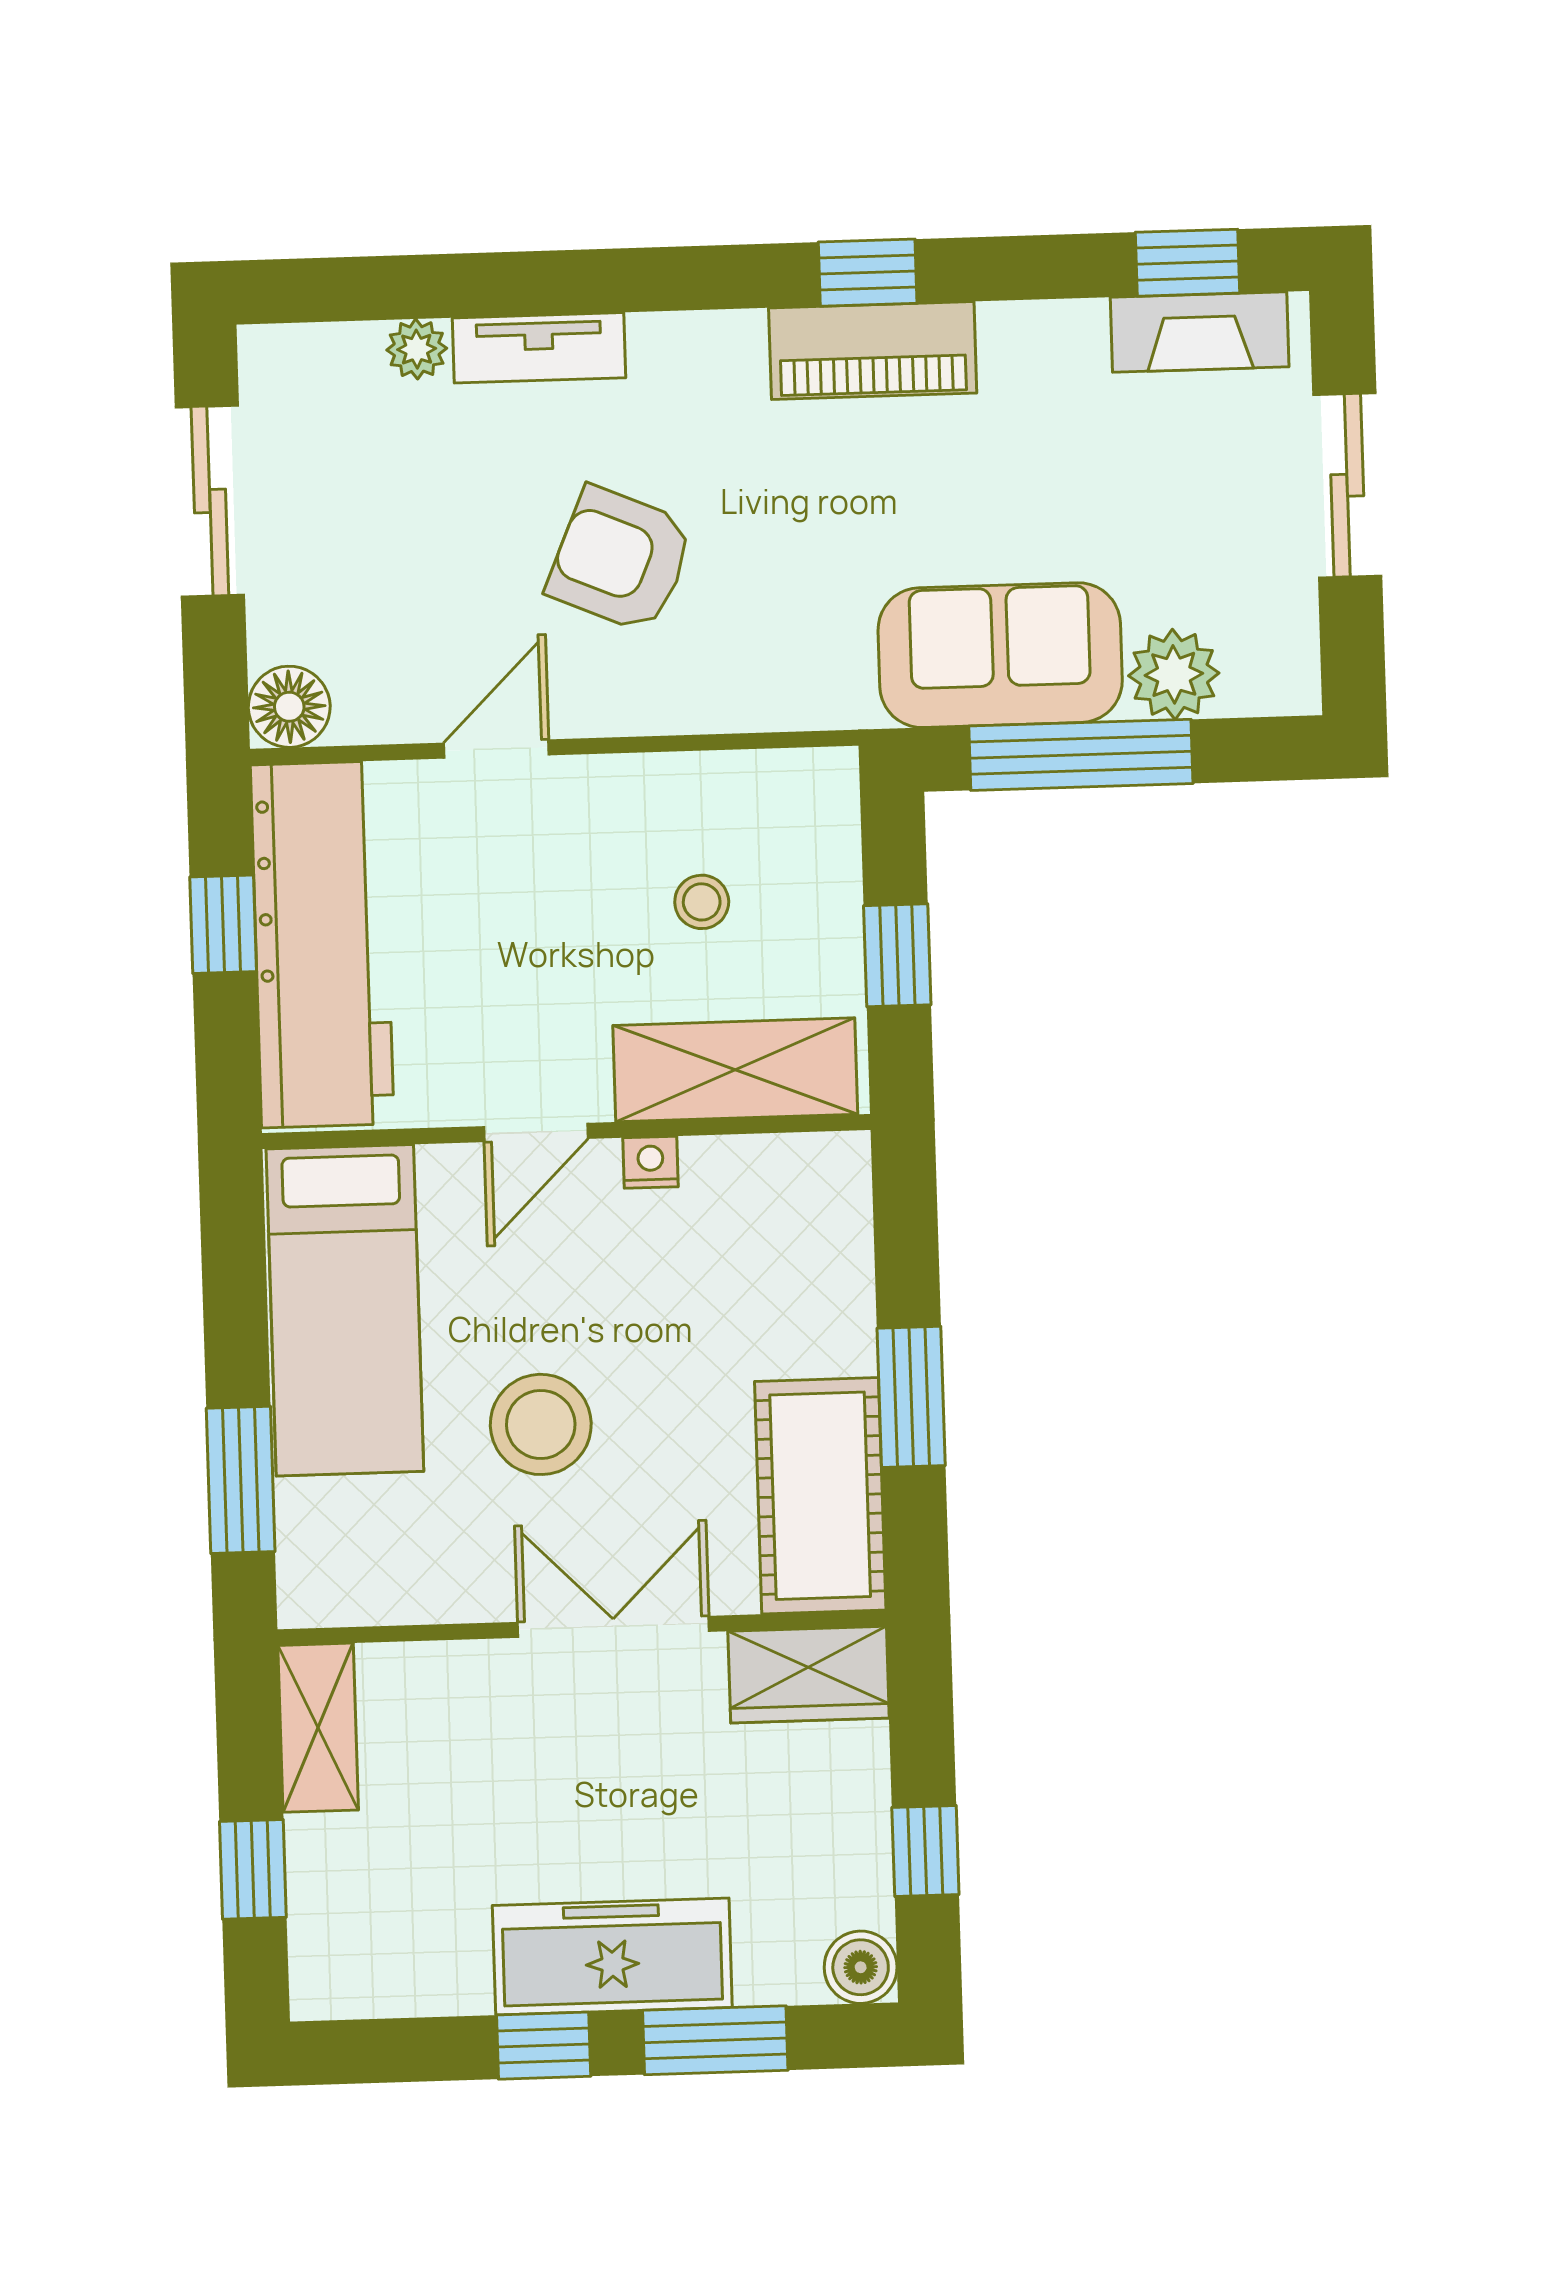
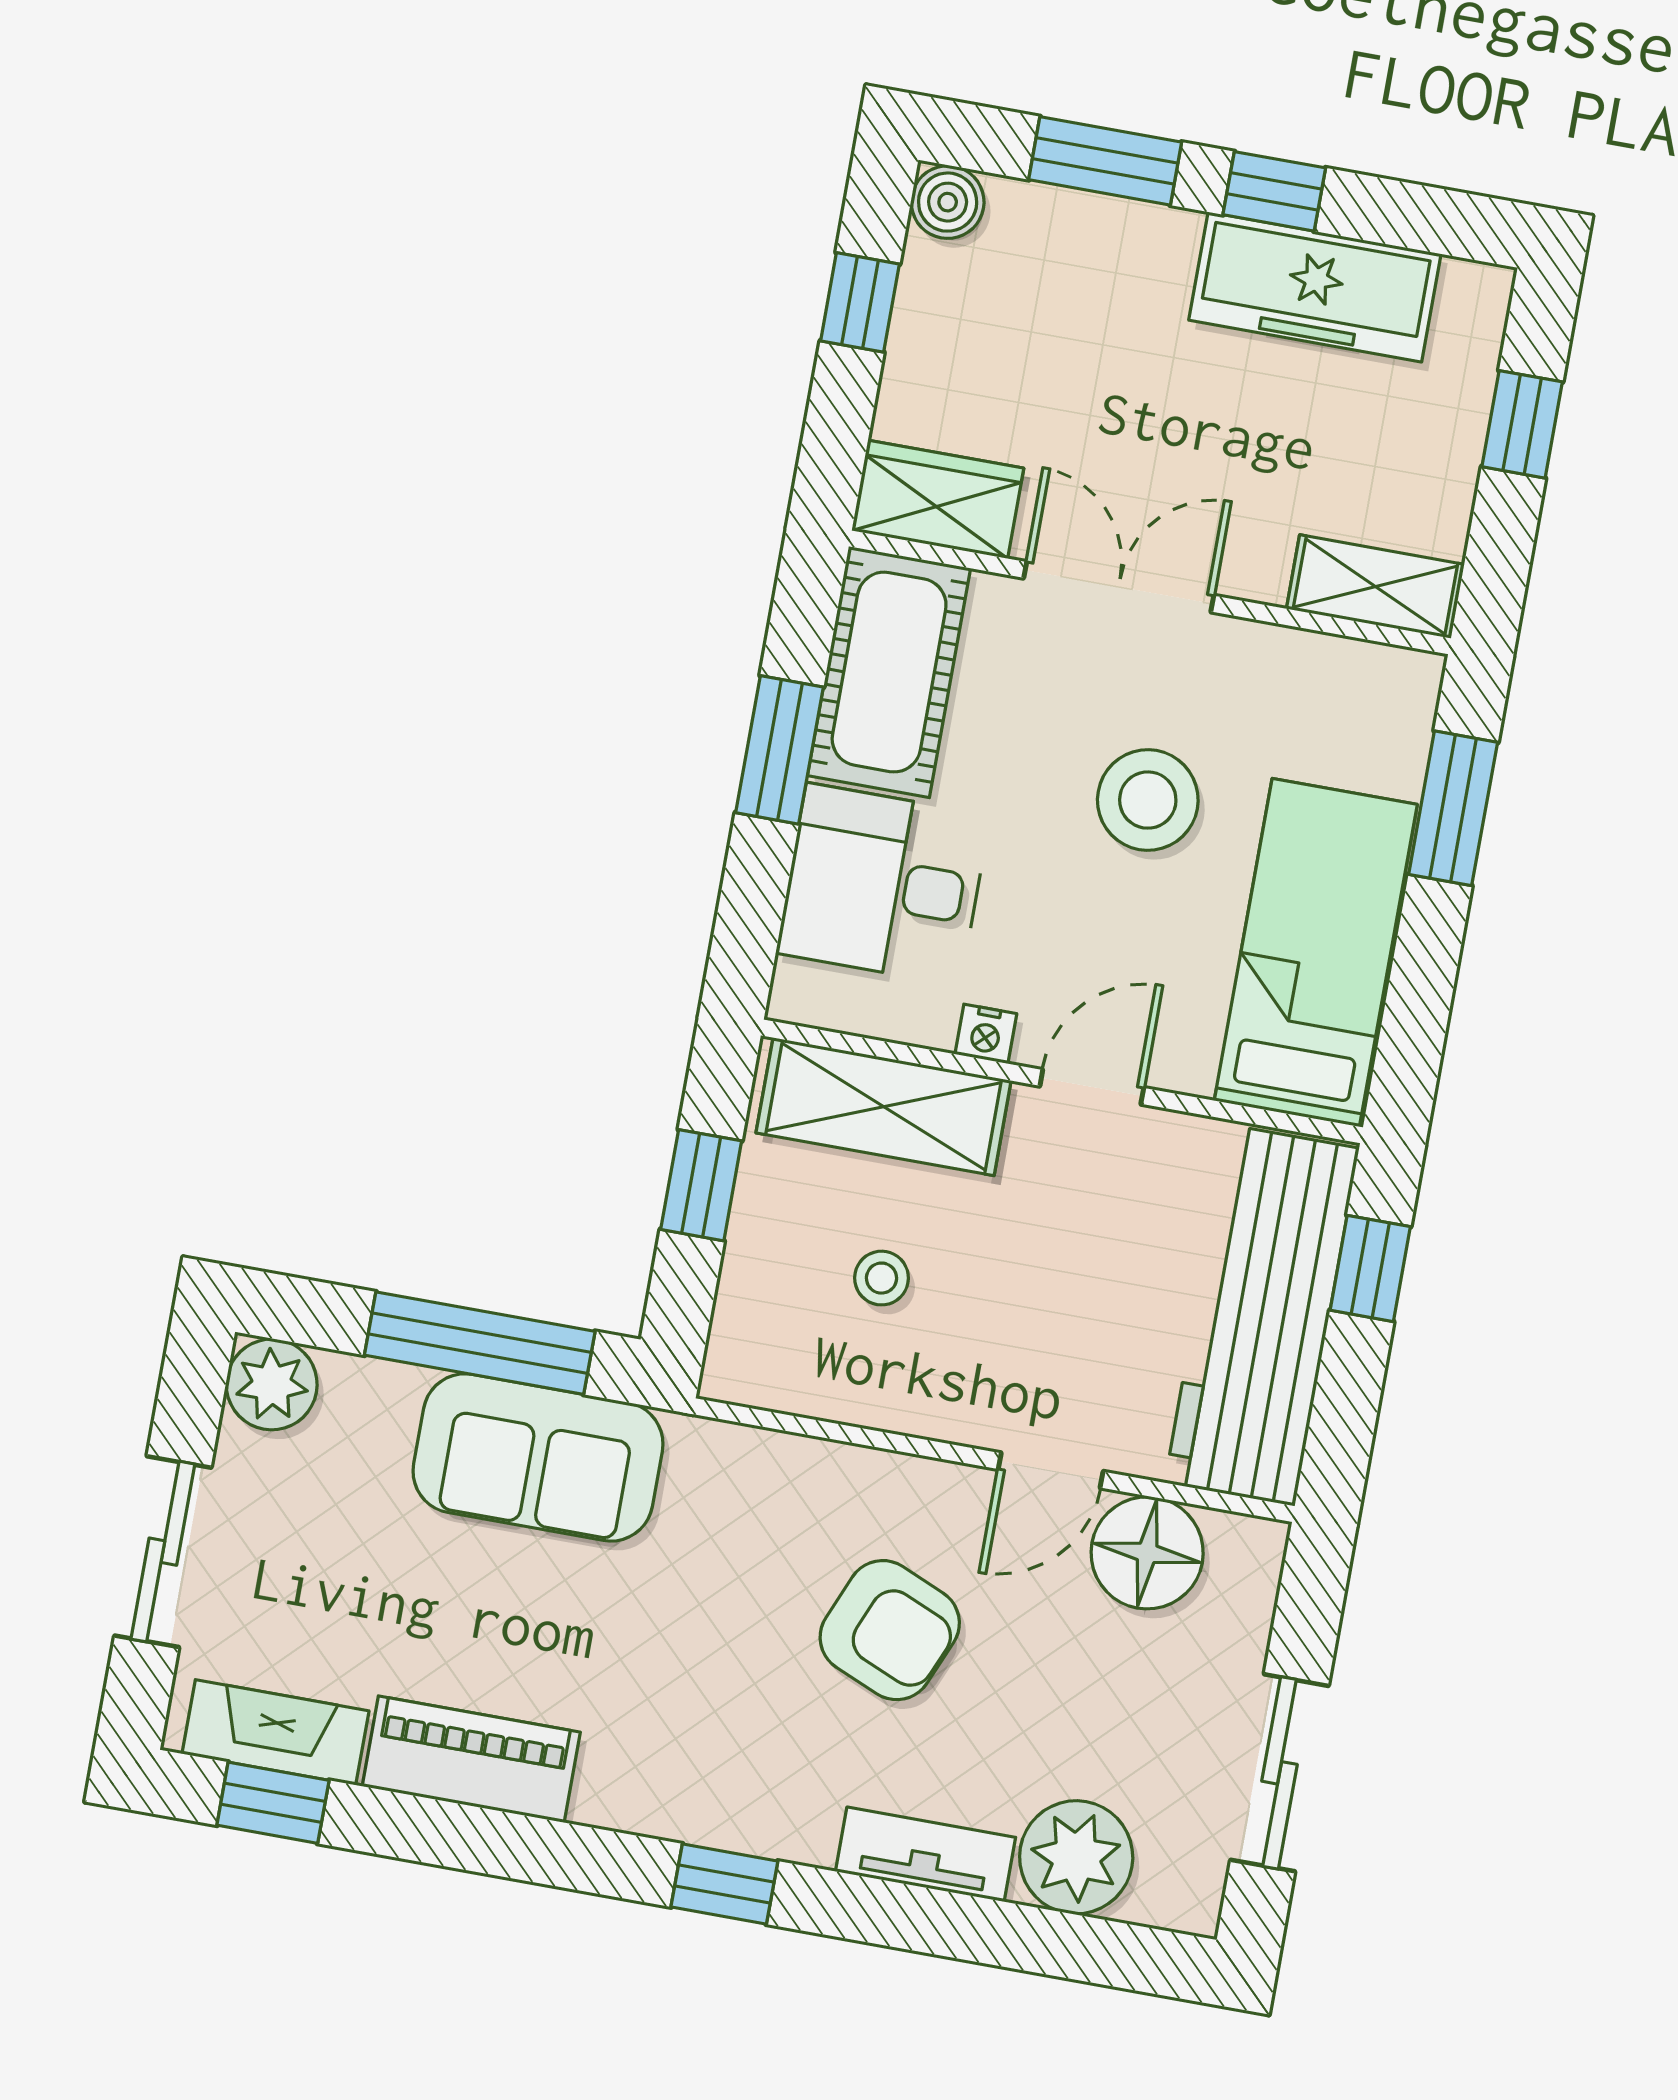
window: (868, 273) -> (724, 1884), moved
plant: (417, 349) -> (1076, 1857), width x1.88, depth x1.88
piano: (873, 350) -> (471, 1759), moved
plant: (1174, 674) -> (272, 1384), moved
floor lamp: (289, 707) -> (1147, 1553), moved, width x1.38, depth x1.38
window: (223, 924) -> (1370, 1268), moved
desk: (782, 1287) -> (883, 884), added
double door: (613, 1627) -> (1119, 587), swing flipped
shelving: (318, 1728) -> (1375, 587), moved, turned 90
freezer: (612, 1957) -> (1315, 287), moved

